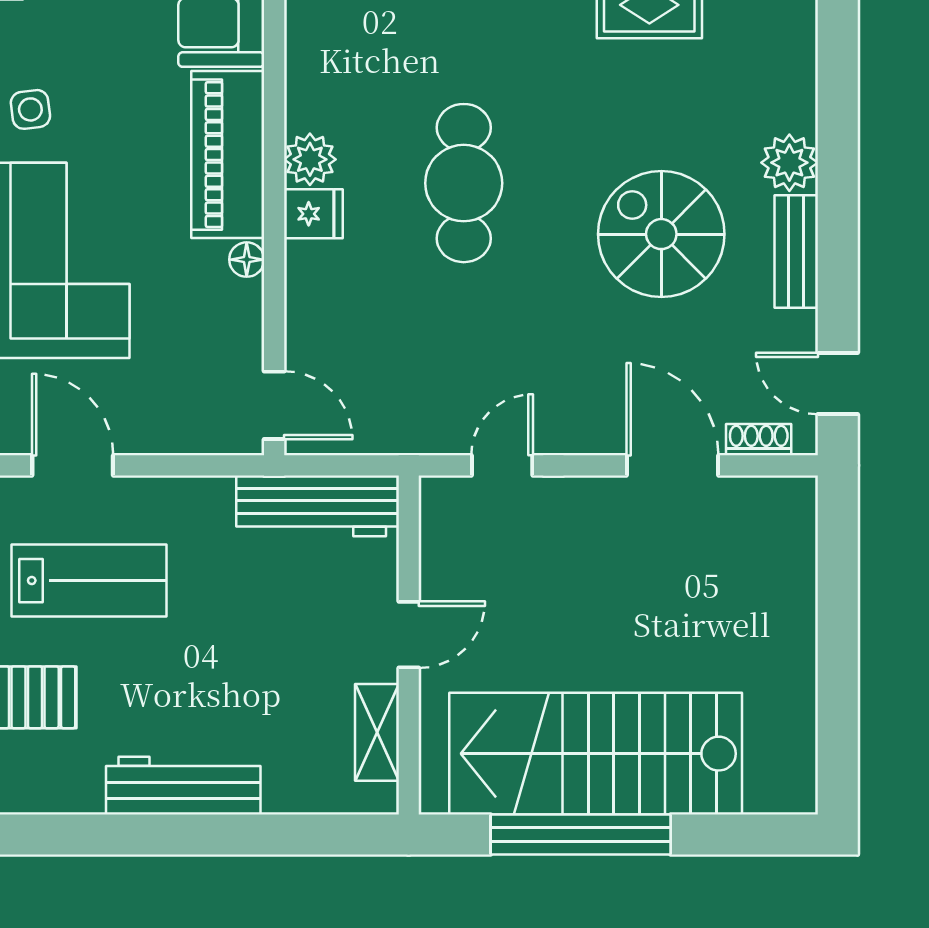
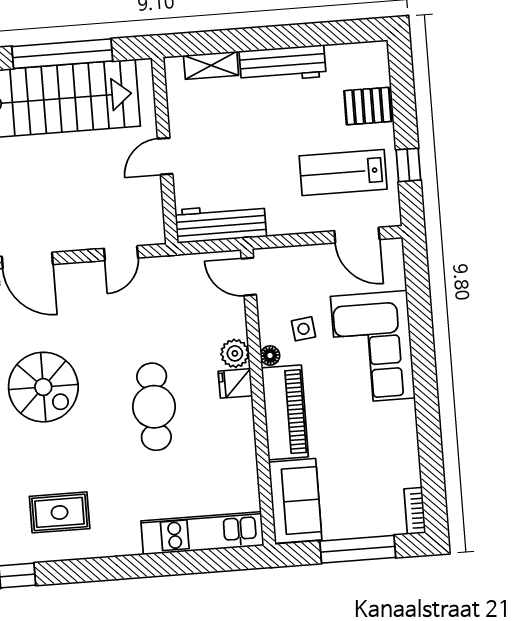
side table: (30, 109) -> (303, 329), moved
plant: (310, 159) -> (235, 353), moved
shelving: (377, 732) -> (211, 65), moved, turned 90

